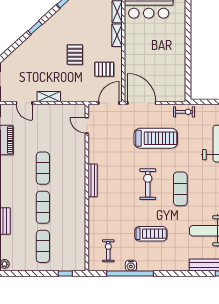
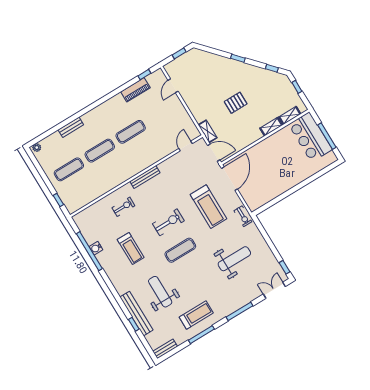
pallet: (104, 69) -> (238, 133), removed
shelving: (49, 97) -> (208, 131), moved
exercise bike: (108, 251) -> (123, 207), moved

